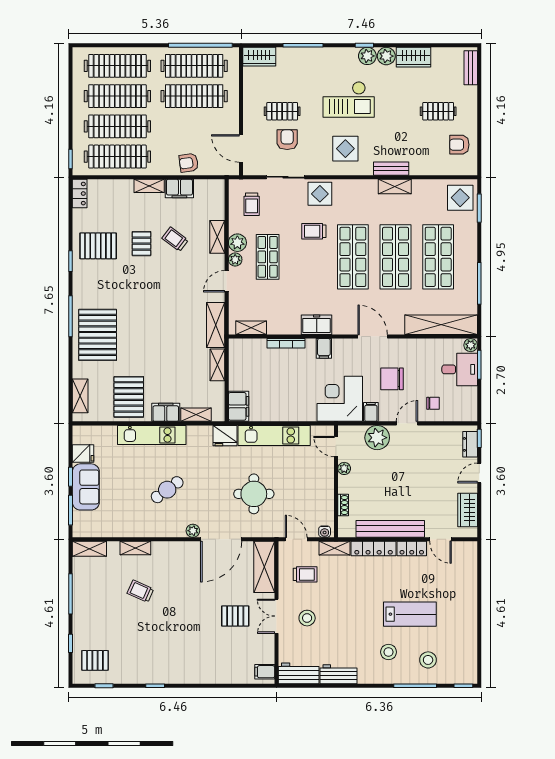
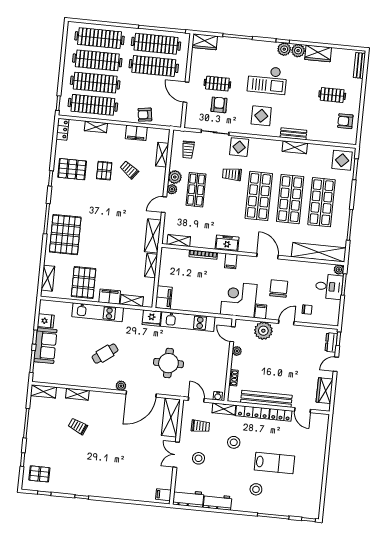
door: (241, 148) -> (186, 92), moved
shelving: (149, 186) -> (96, 127), moved
shelving: (217, 237) -> (162, 155), moved
chair: (392, 379) -> (279, 289), turned 90
pallet: (235, 616) -> (146, 452), removed
stool: (428, 660) -> (234, 442), moved

